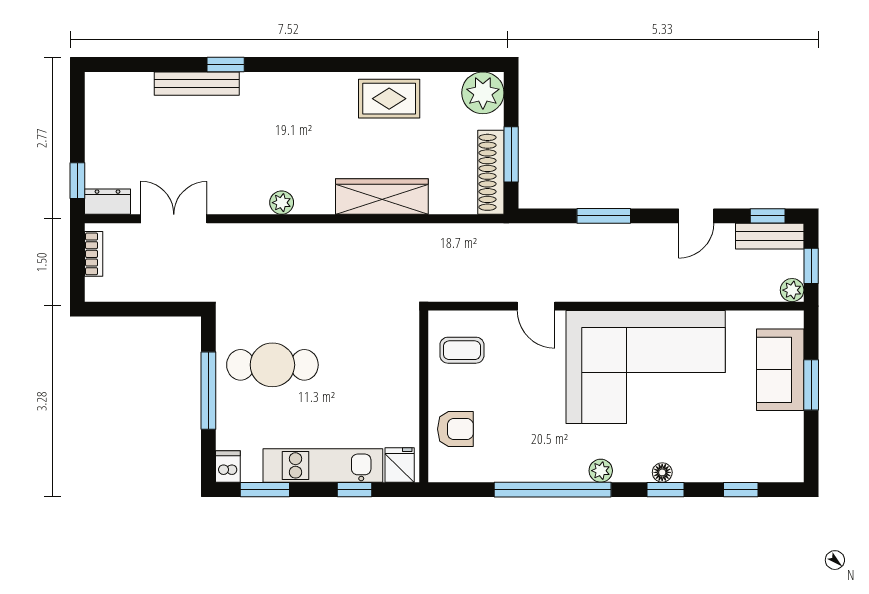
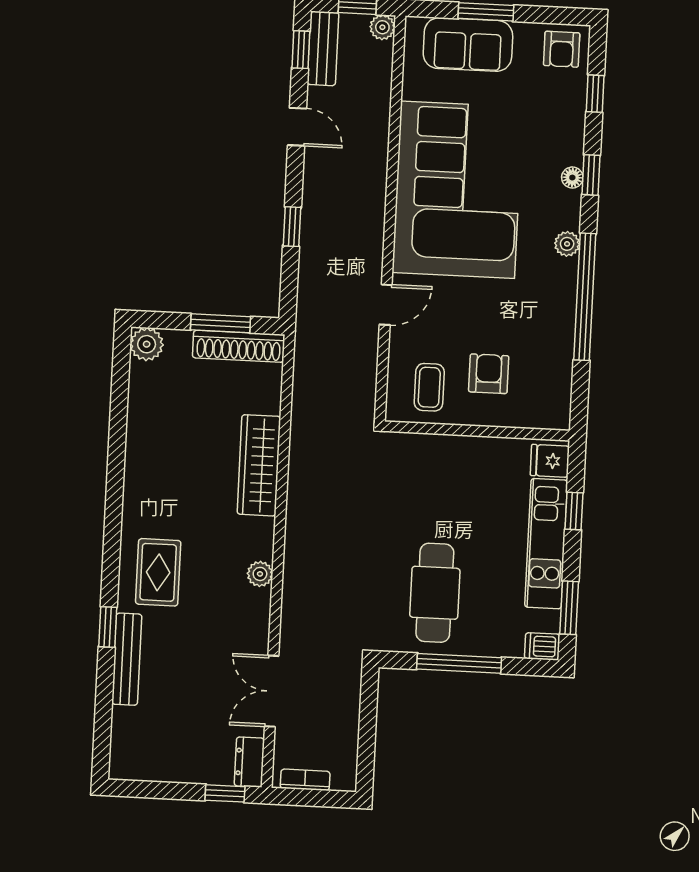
plant: (483, 93) -> (147, 344), width x0.73, depth x0.73
rug: (389, 99) -> (158, 572), moved
window: (604, 216) -> (292, 227), width x0.67
armchair: (455, 429) -> (489, 374), moved
armchair: (780, 457) -> (562, 49), added

